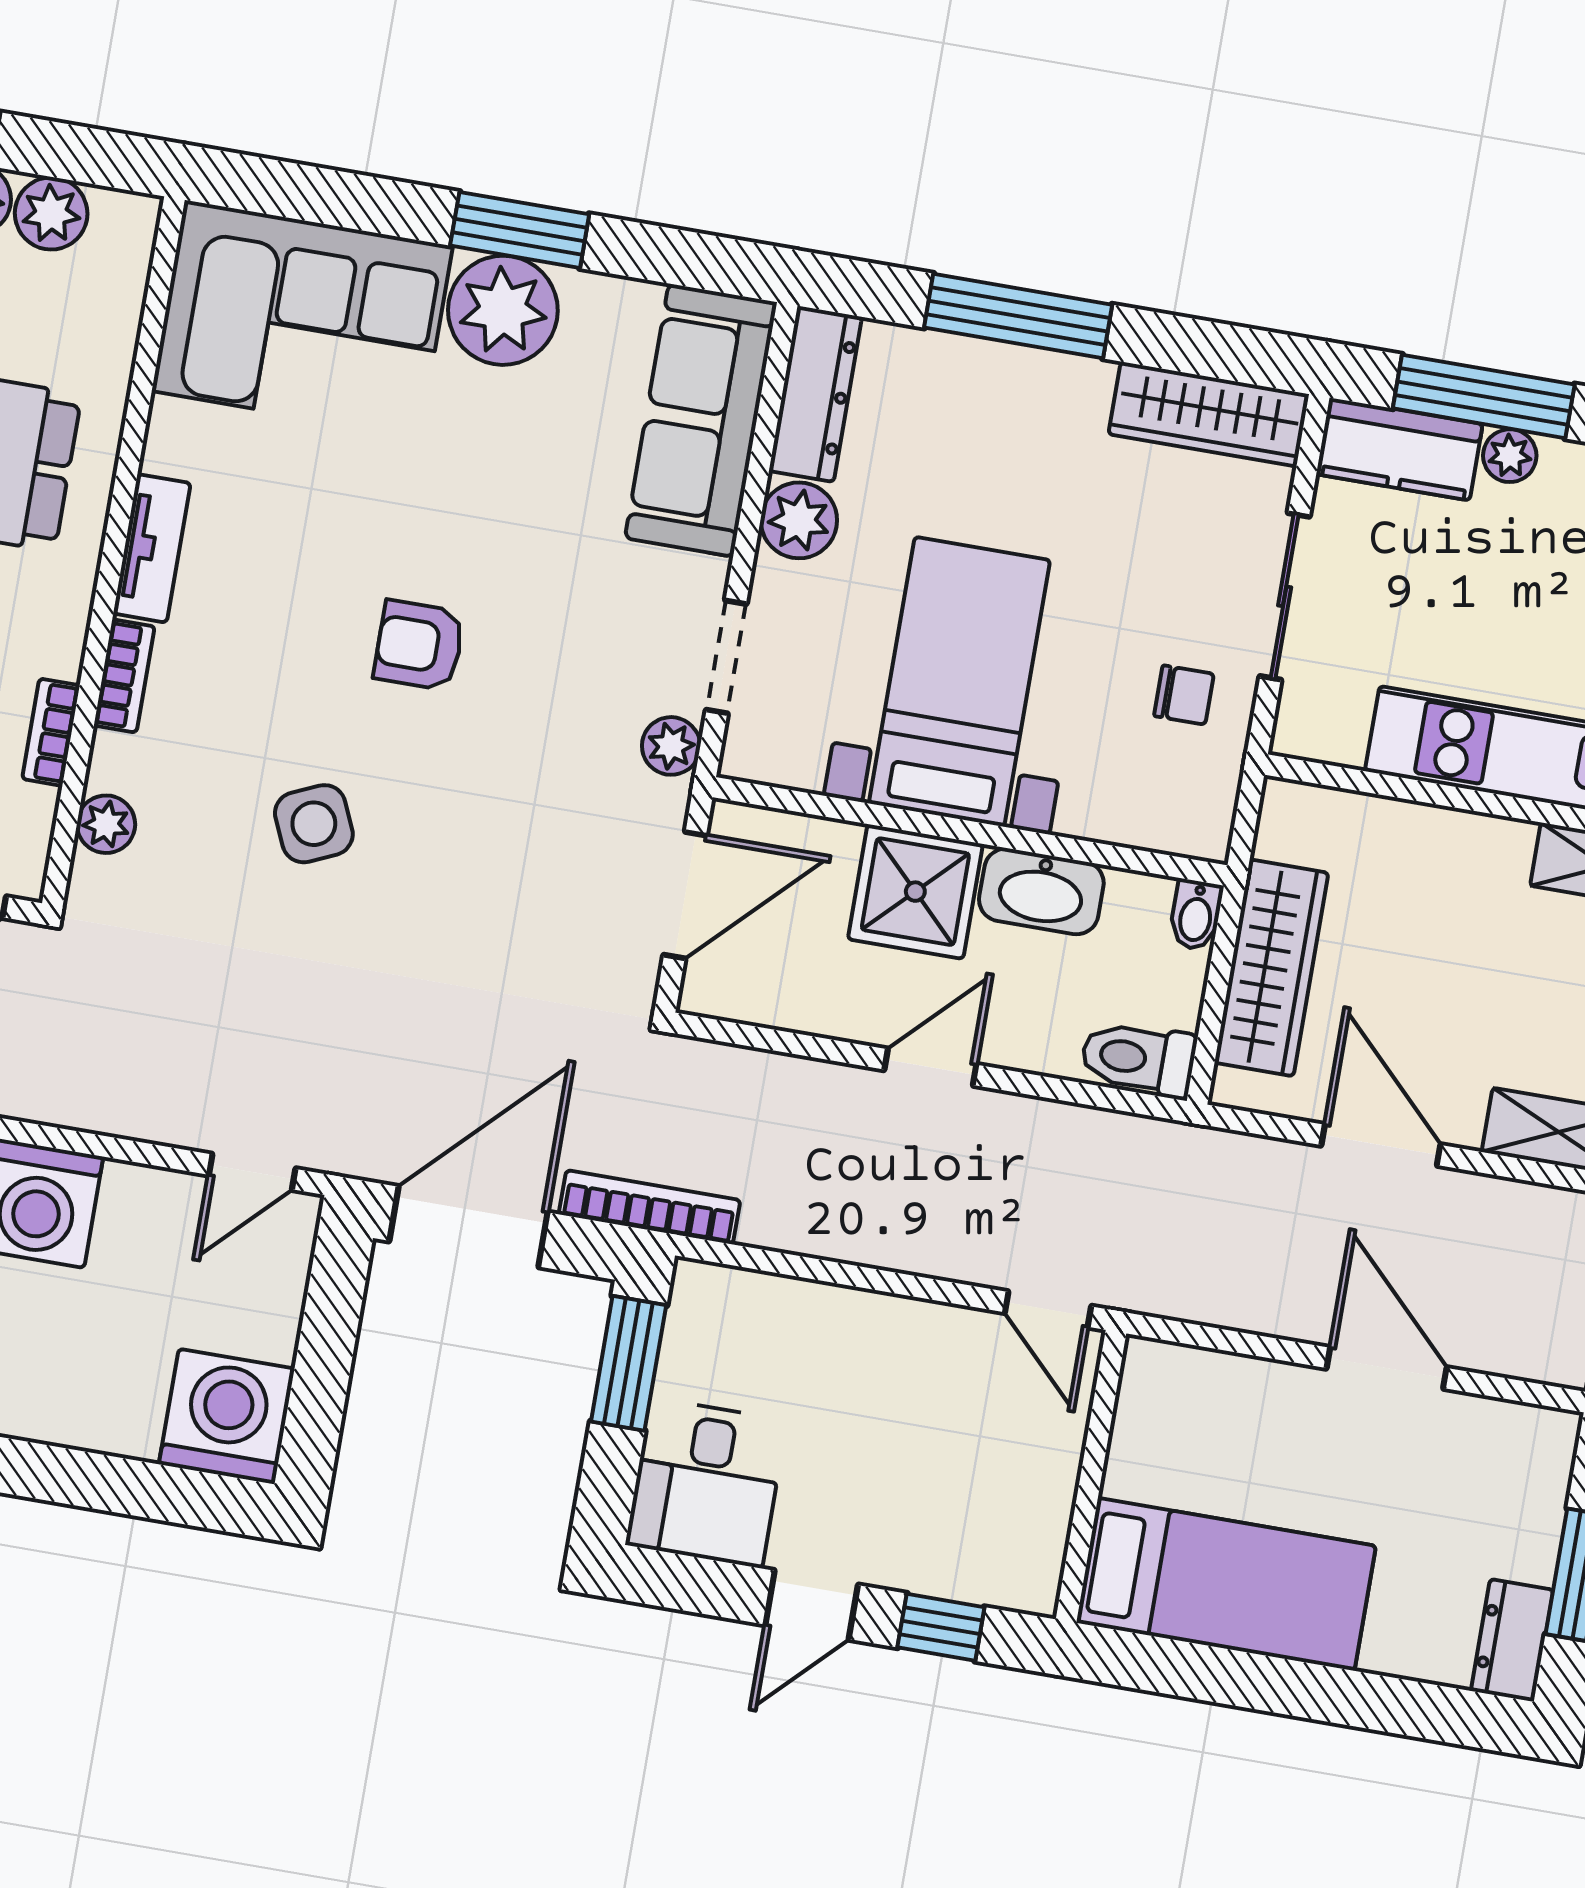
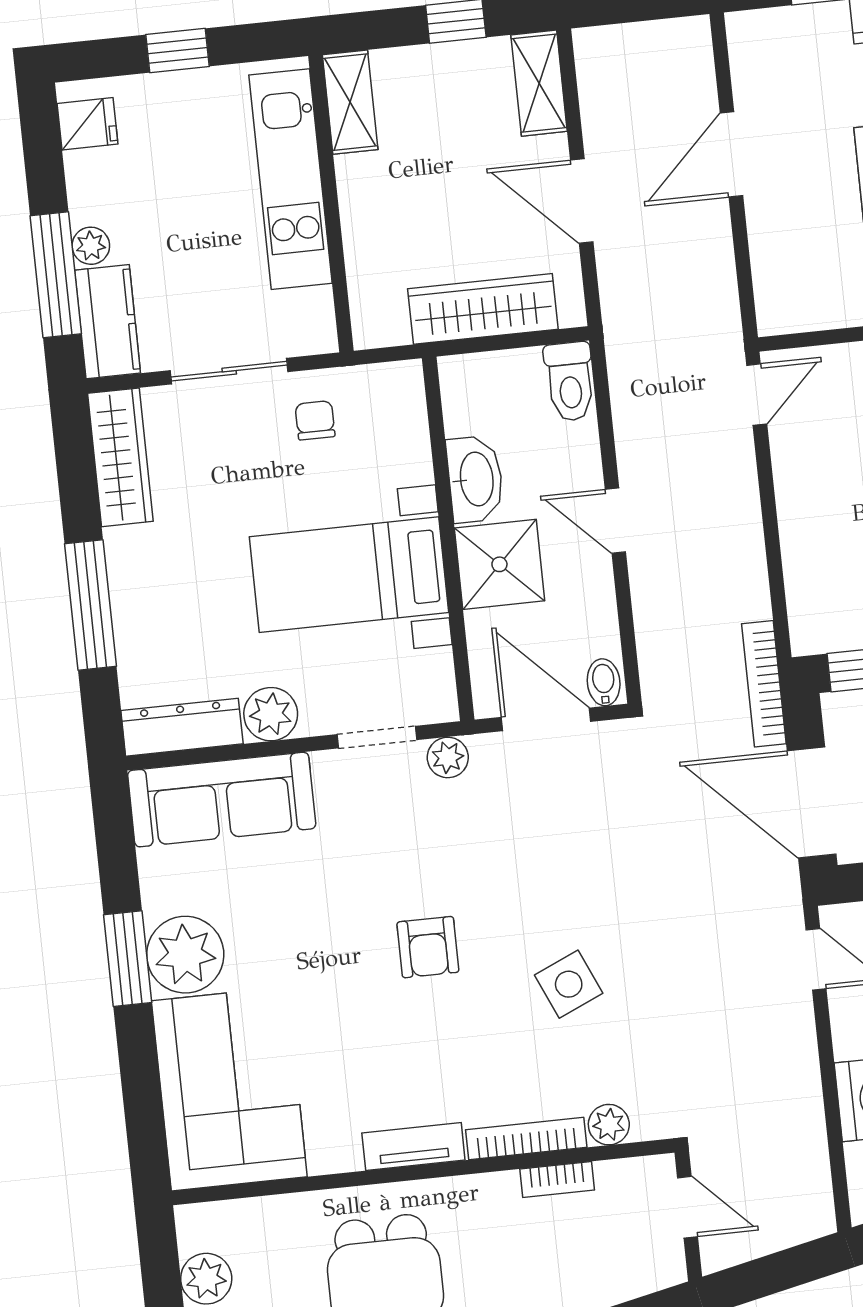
bookcase: (124, 676) -> (526, 1138), width x1.56
bidet: (1196, 915) -> (604, 682), moved, turned -90
door: (1381, 1145) -> (582, 201), hinge flipped

